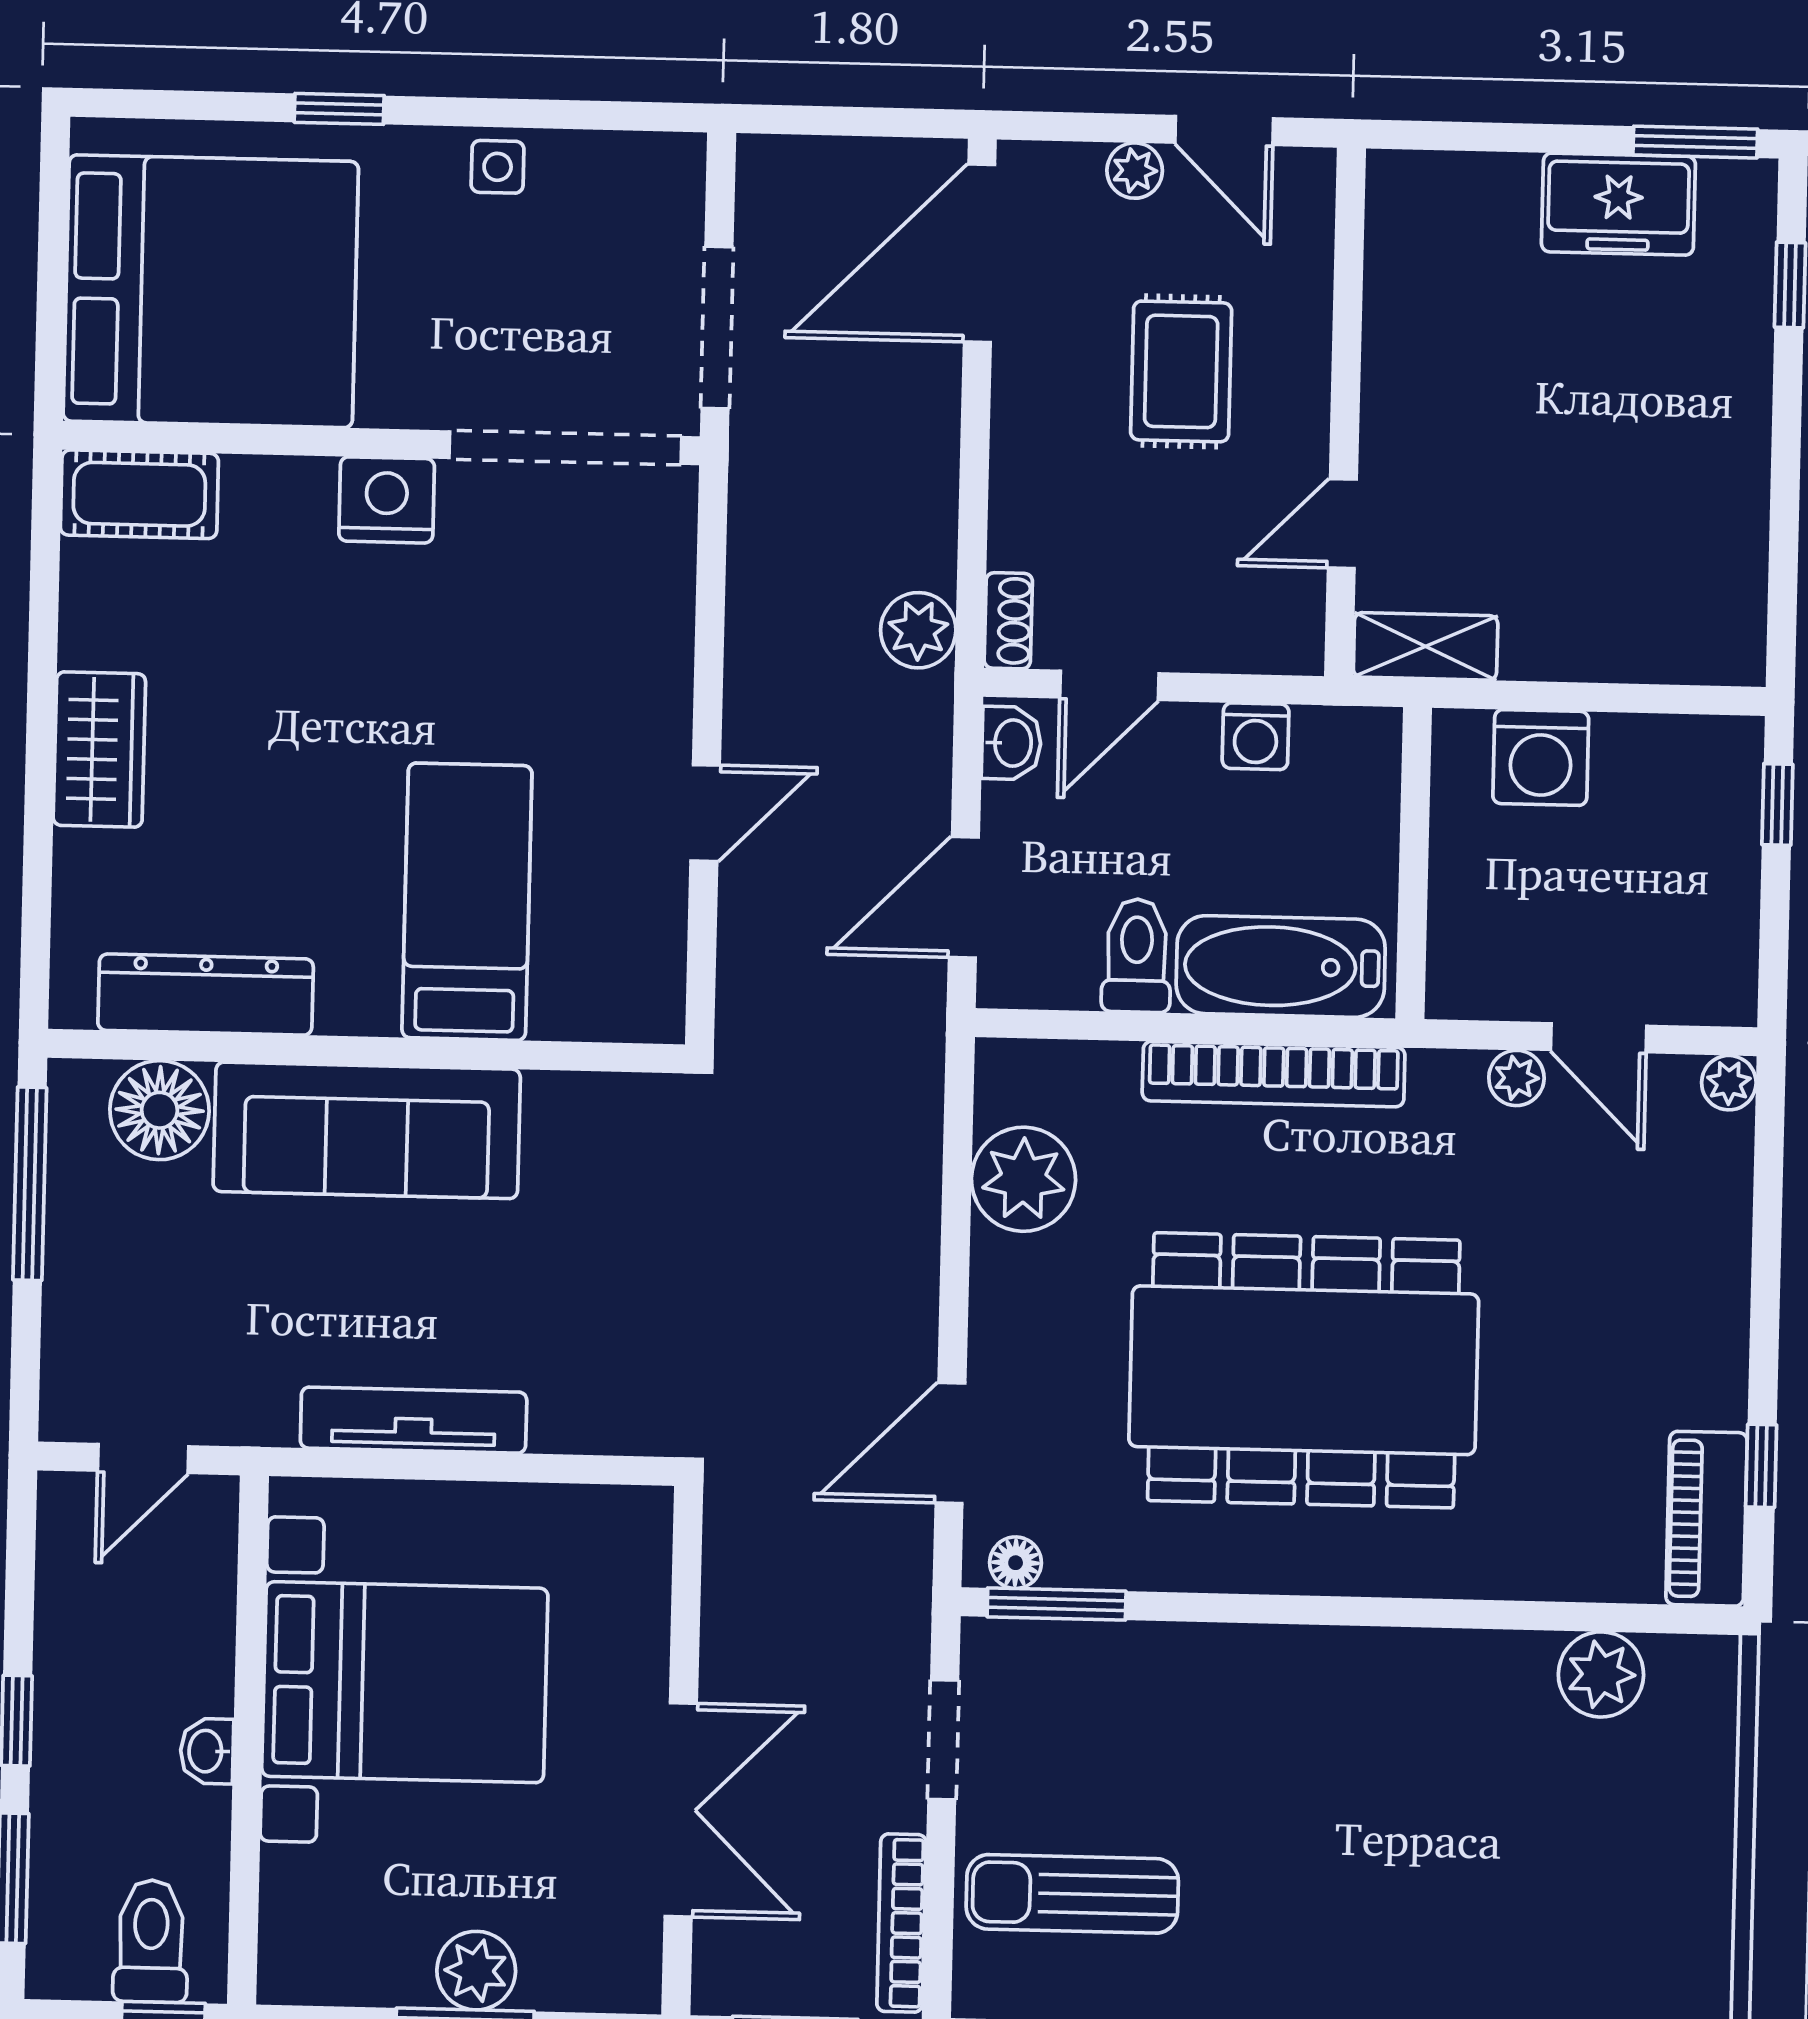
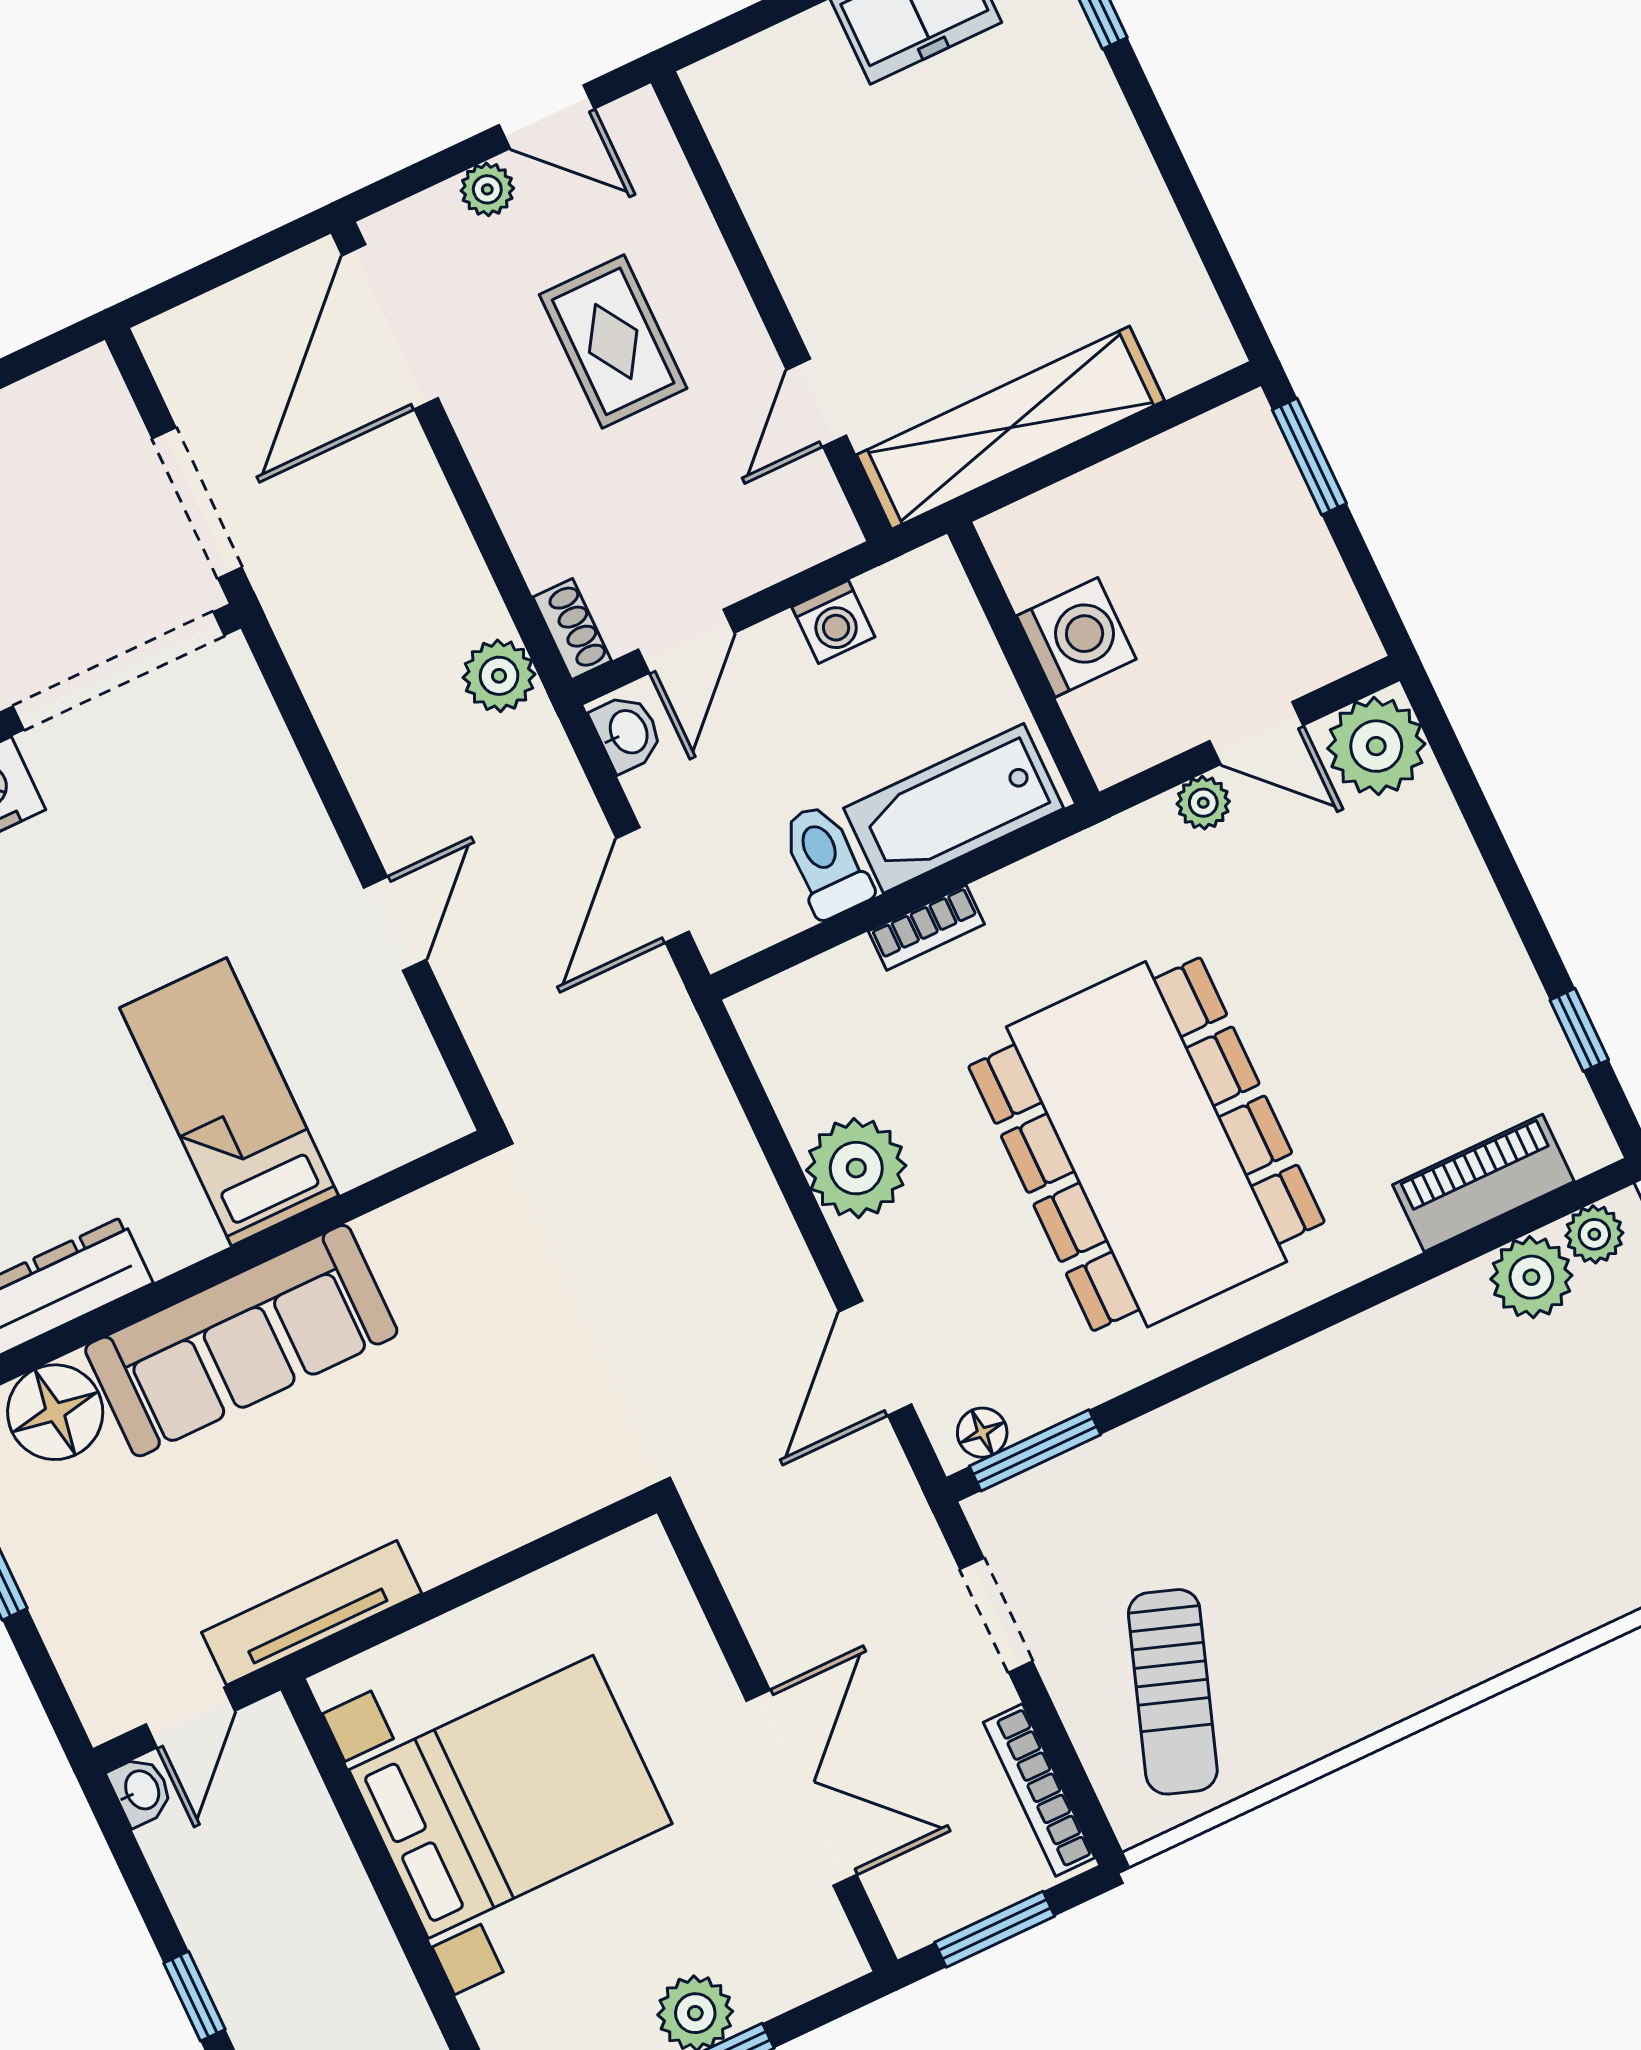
shelving: (1426, 646) -> (1011, 428), width x2.20, depth x1.33
washing machine: (1541, 758) -> (1076, 637), moved, turned -90
window: (1777, 804) -> (1309, 457), width x1.50
bookcase: (1274, 1074) -> (926, 928), width x0.43, depth x0.76
plant: (1729, 1083) -> (1376, 746), width x1.88, depth x1.88
plant: (1023, 1179) -> (856, 1168), moved
dining table: (1304, 1370) -> (1146, 1144), turned 90
tv unit: (414, 1420) -> (312, 1613), moved
piano: (1707, 1519) -> (1483, 1183), moved, turned 90
plant: (1680, 1664) -> (1594, 1234), added
washbasin: (207, 1751) -> (141, 1791), moved, turned 180
sun lounger: (1072, 1894) -> (1173, 1692), turned -71

